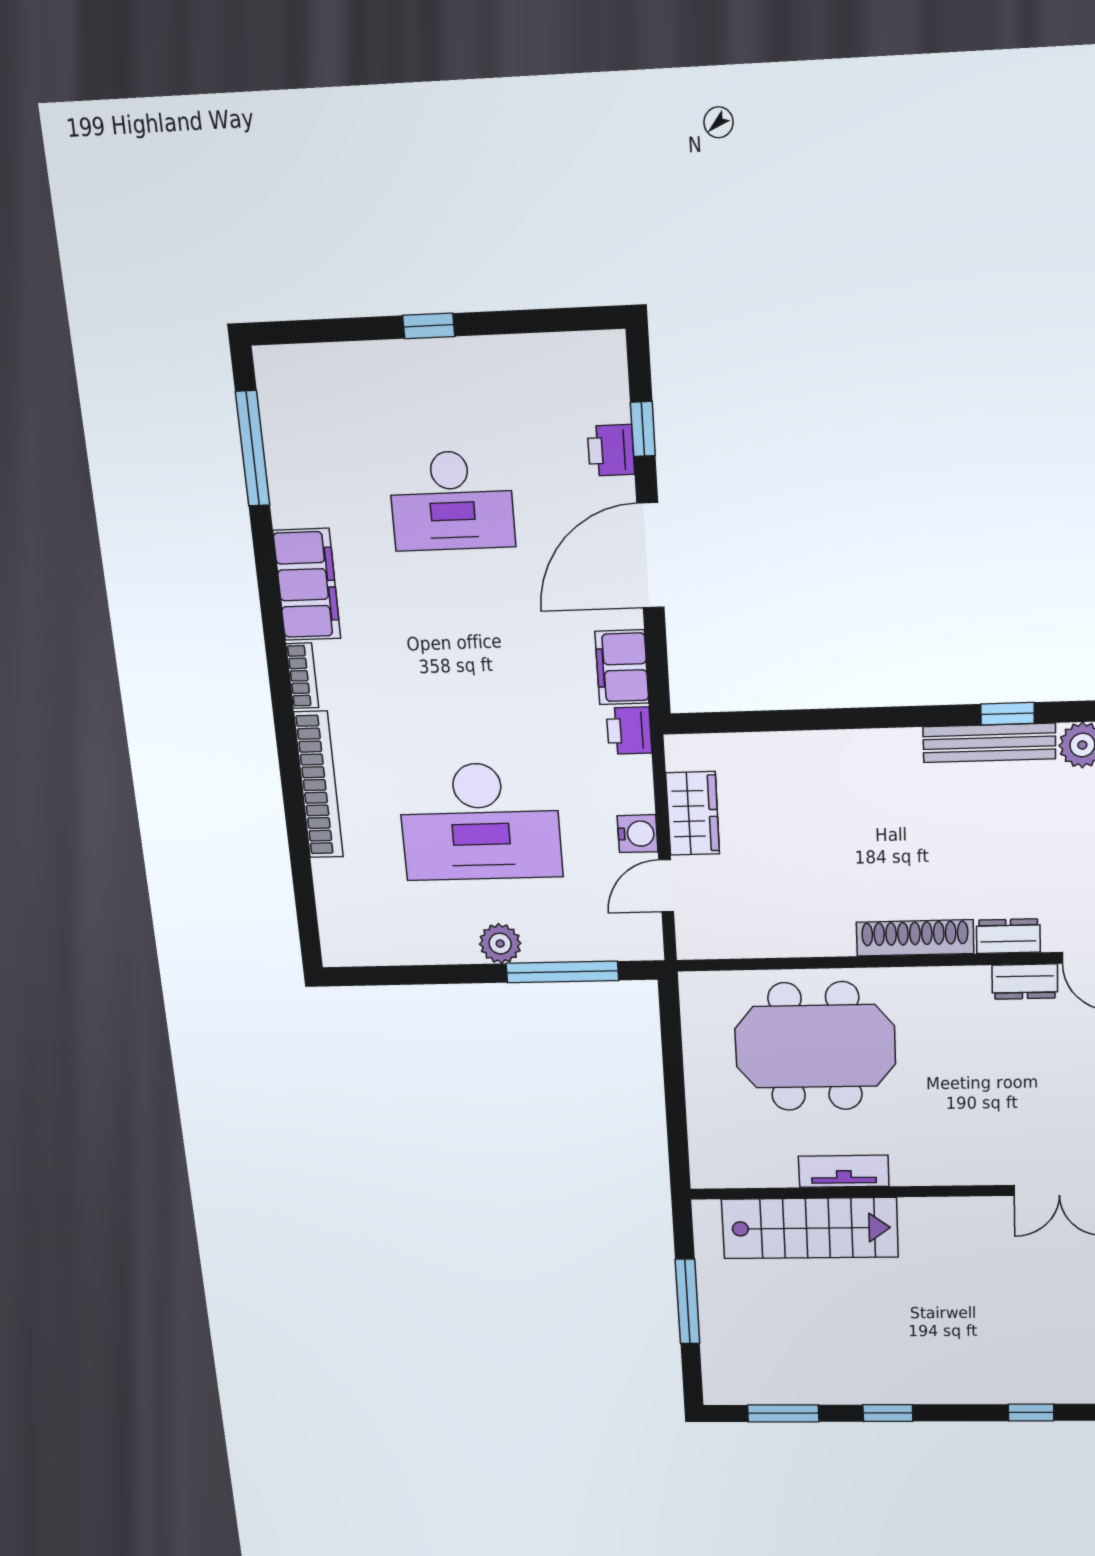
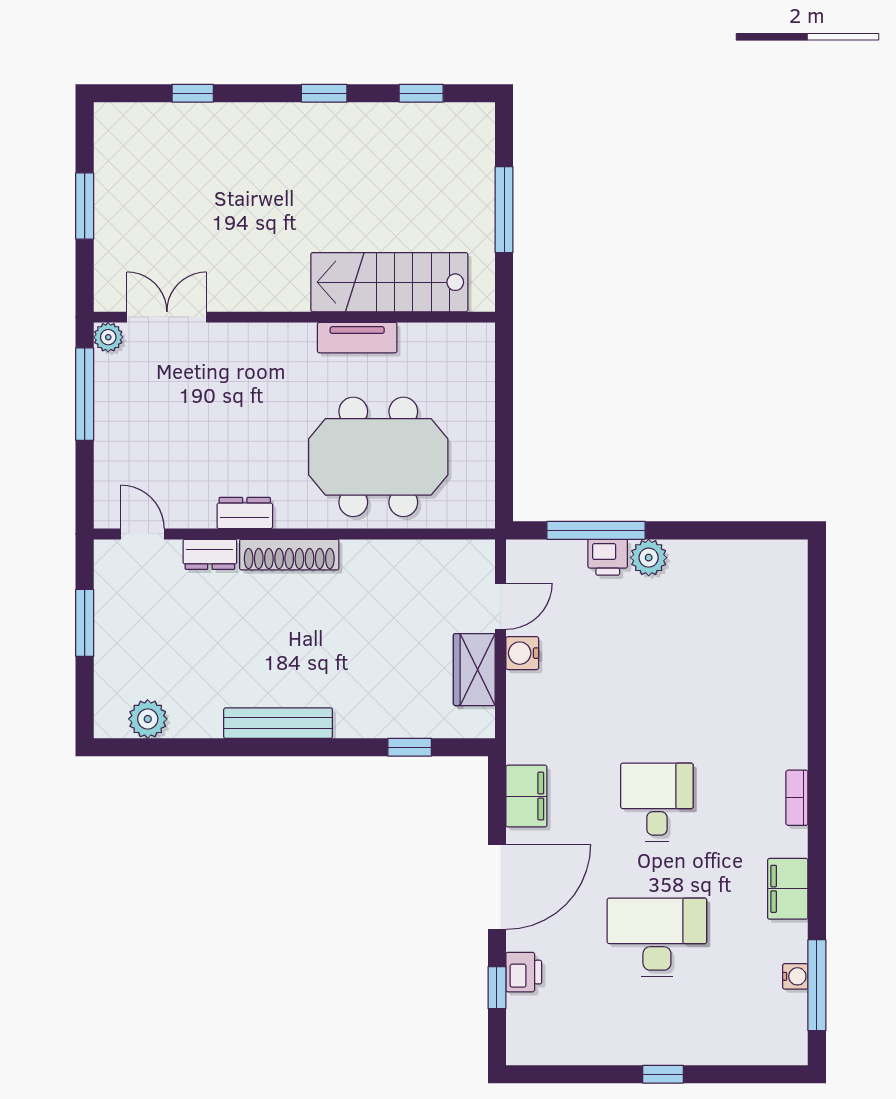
water cooler: (280, 458) -> (795, 976), added
filing cabinet: (307, 585) -> (788, 889), width x0.67, depth x0.86
window: (1008, 714) -> (410, 747), moved
printer: (629, 731) -> (608, 557), moved, turned 90
bench: (989, 743) -> (278, 723), moved
bookcase: (319, 785) -> (793, 703), removed
desk: (480, 822) -> (657, 802), moved, width x0.53, depth x0.77
dresser: (1025, 982) -> (245, 513), moved
window: (783, 1413) -> (421, 93), width x0.67

